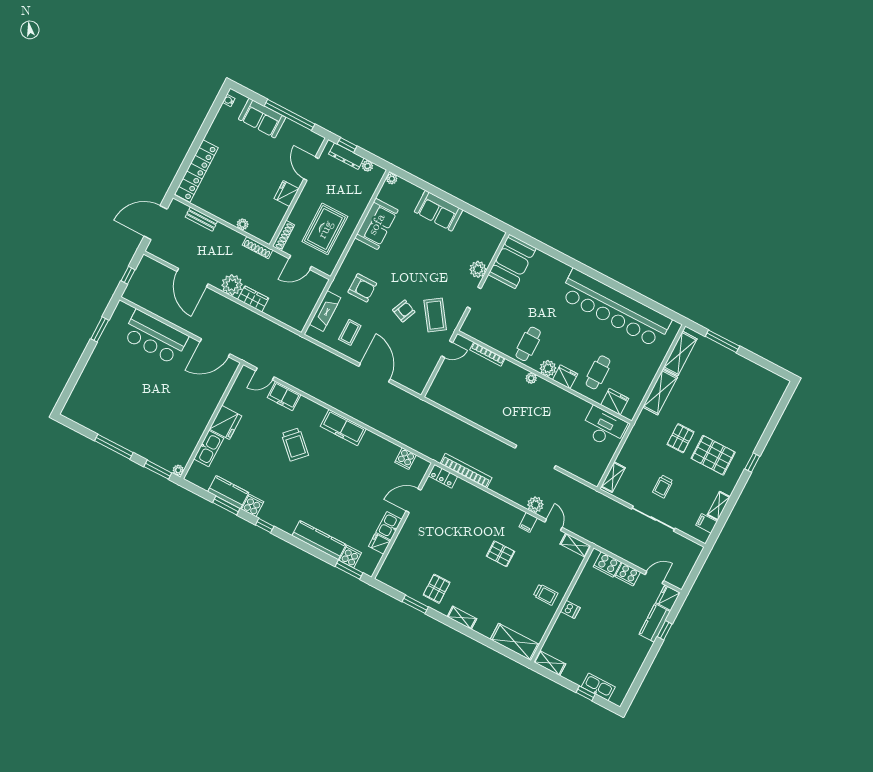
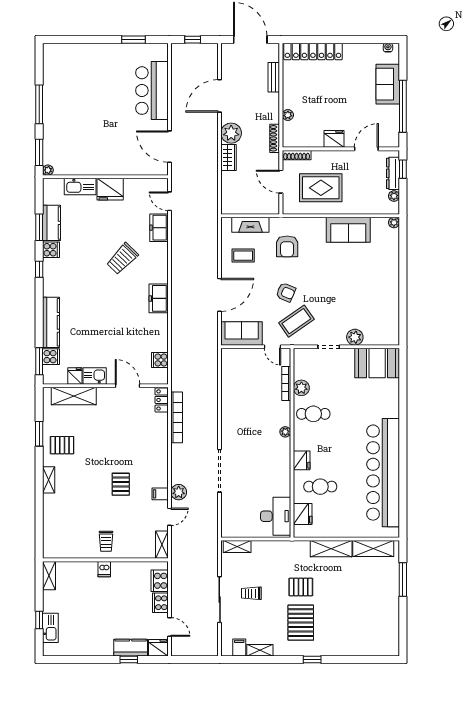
sofa: (439, 211) -> (242, 333), moved, turned 90
plant: (548, 368) -> (301, 388), moved
freezer: (343, 427) -> (159, 298), width x0.71
shelving: (515, 642) -> (74, 396), moved, turned 90

